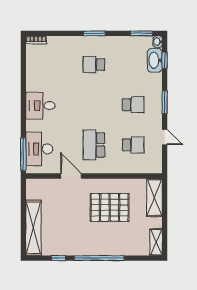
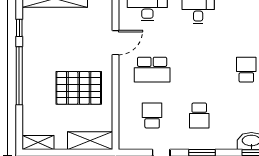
school desk: (94, 145) -> (152, 70), turned 180
school desk: (133, 145) -> (152, 116), turned 180
pallet: (110, 207) -> (79, 88), turned 90

